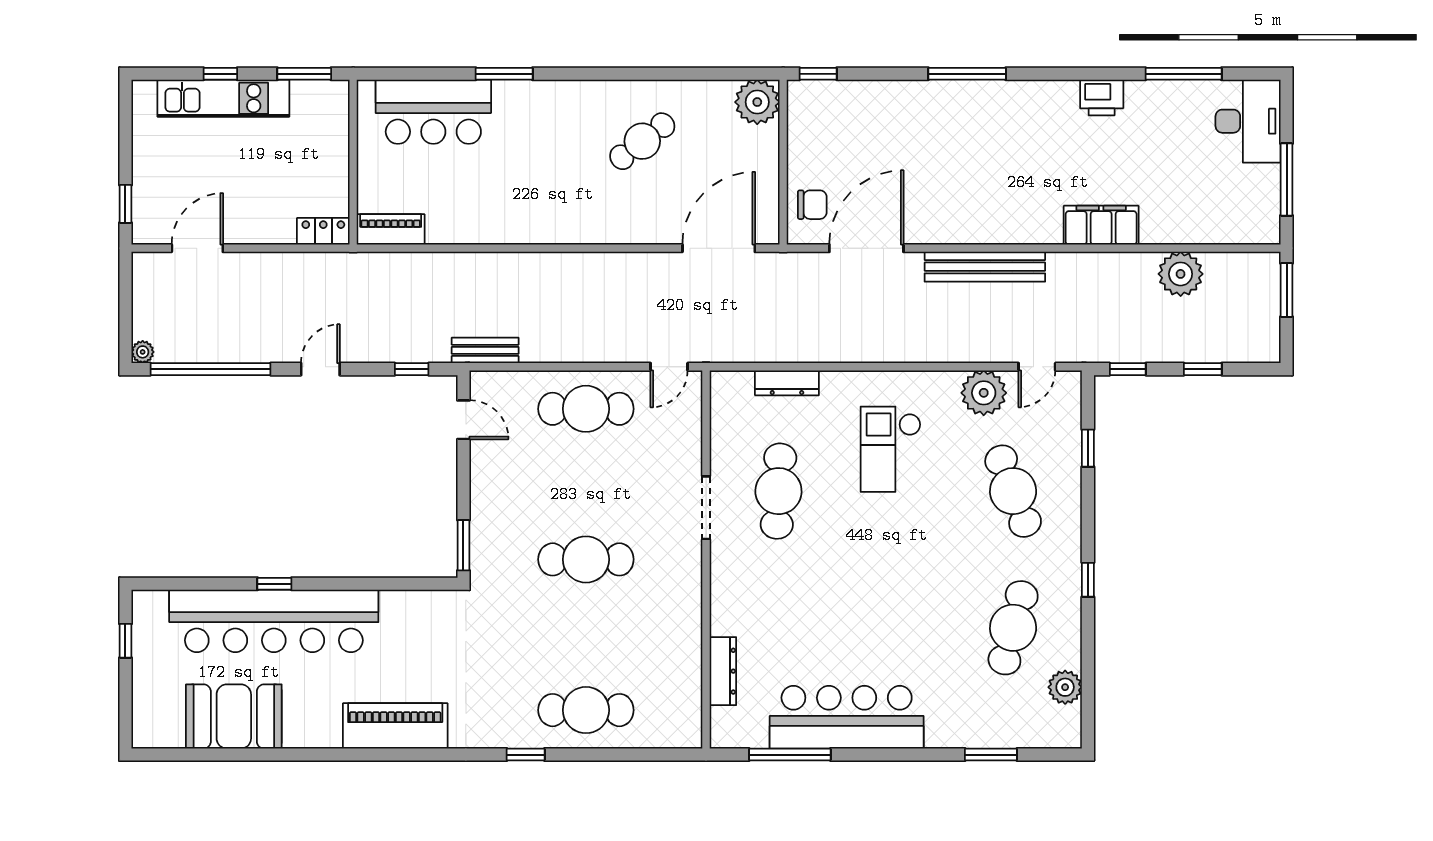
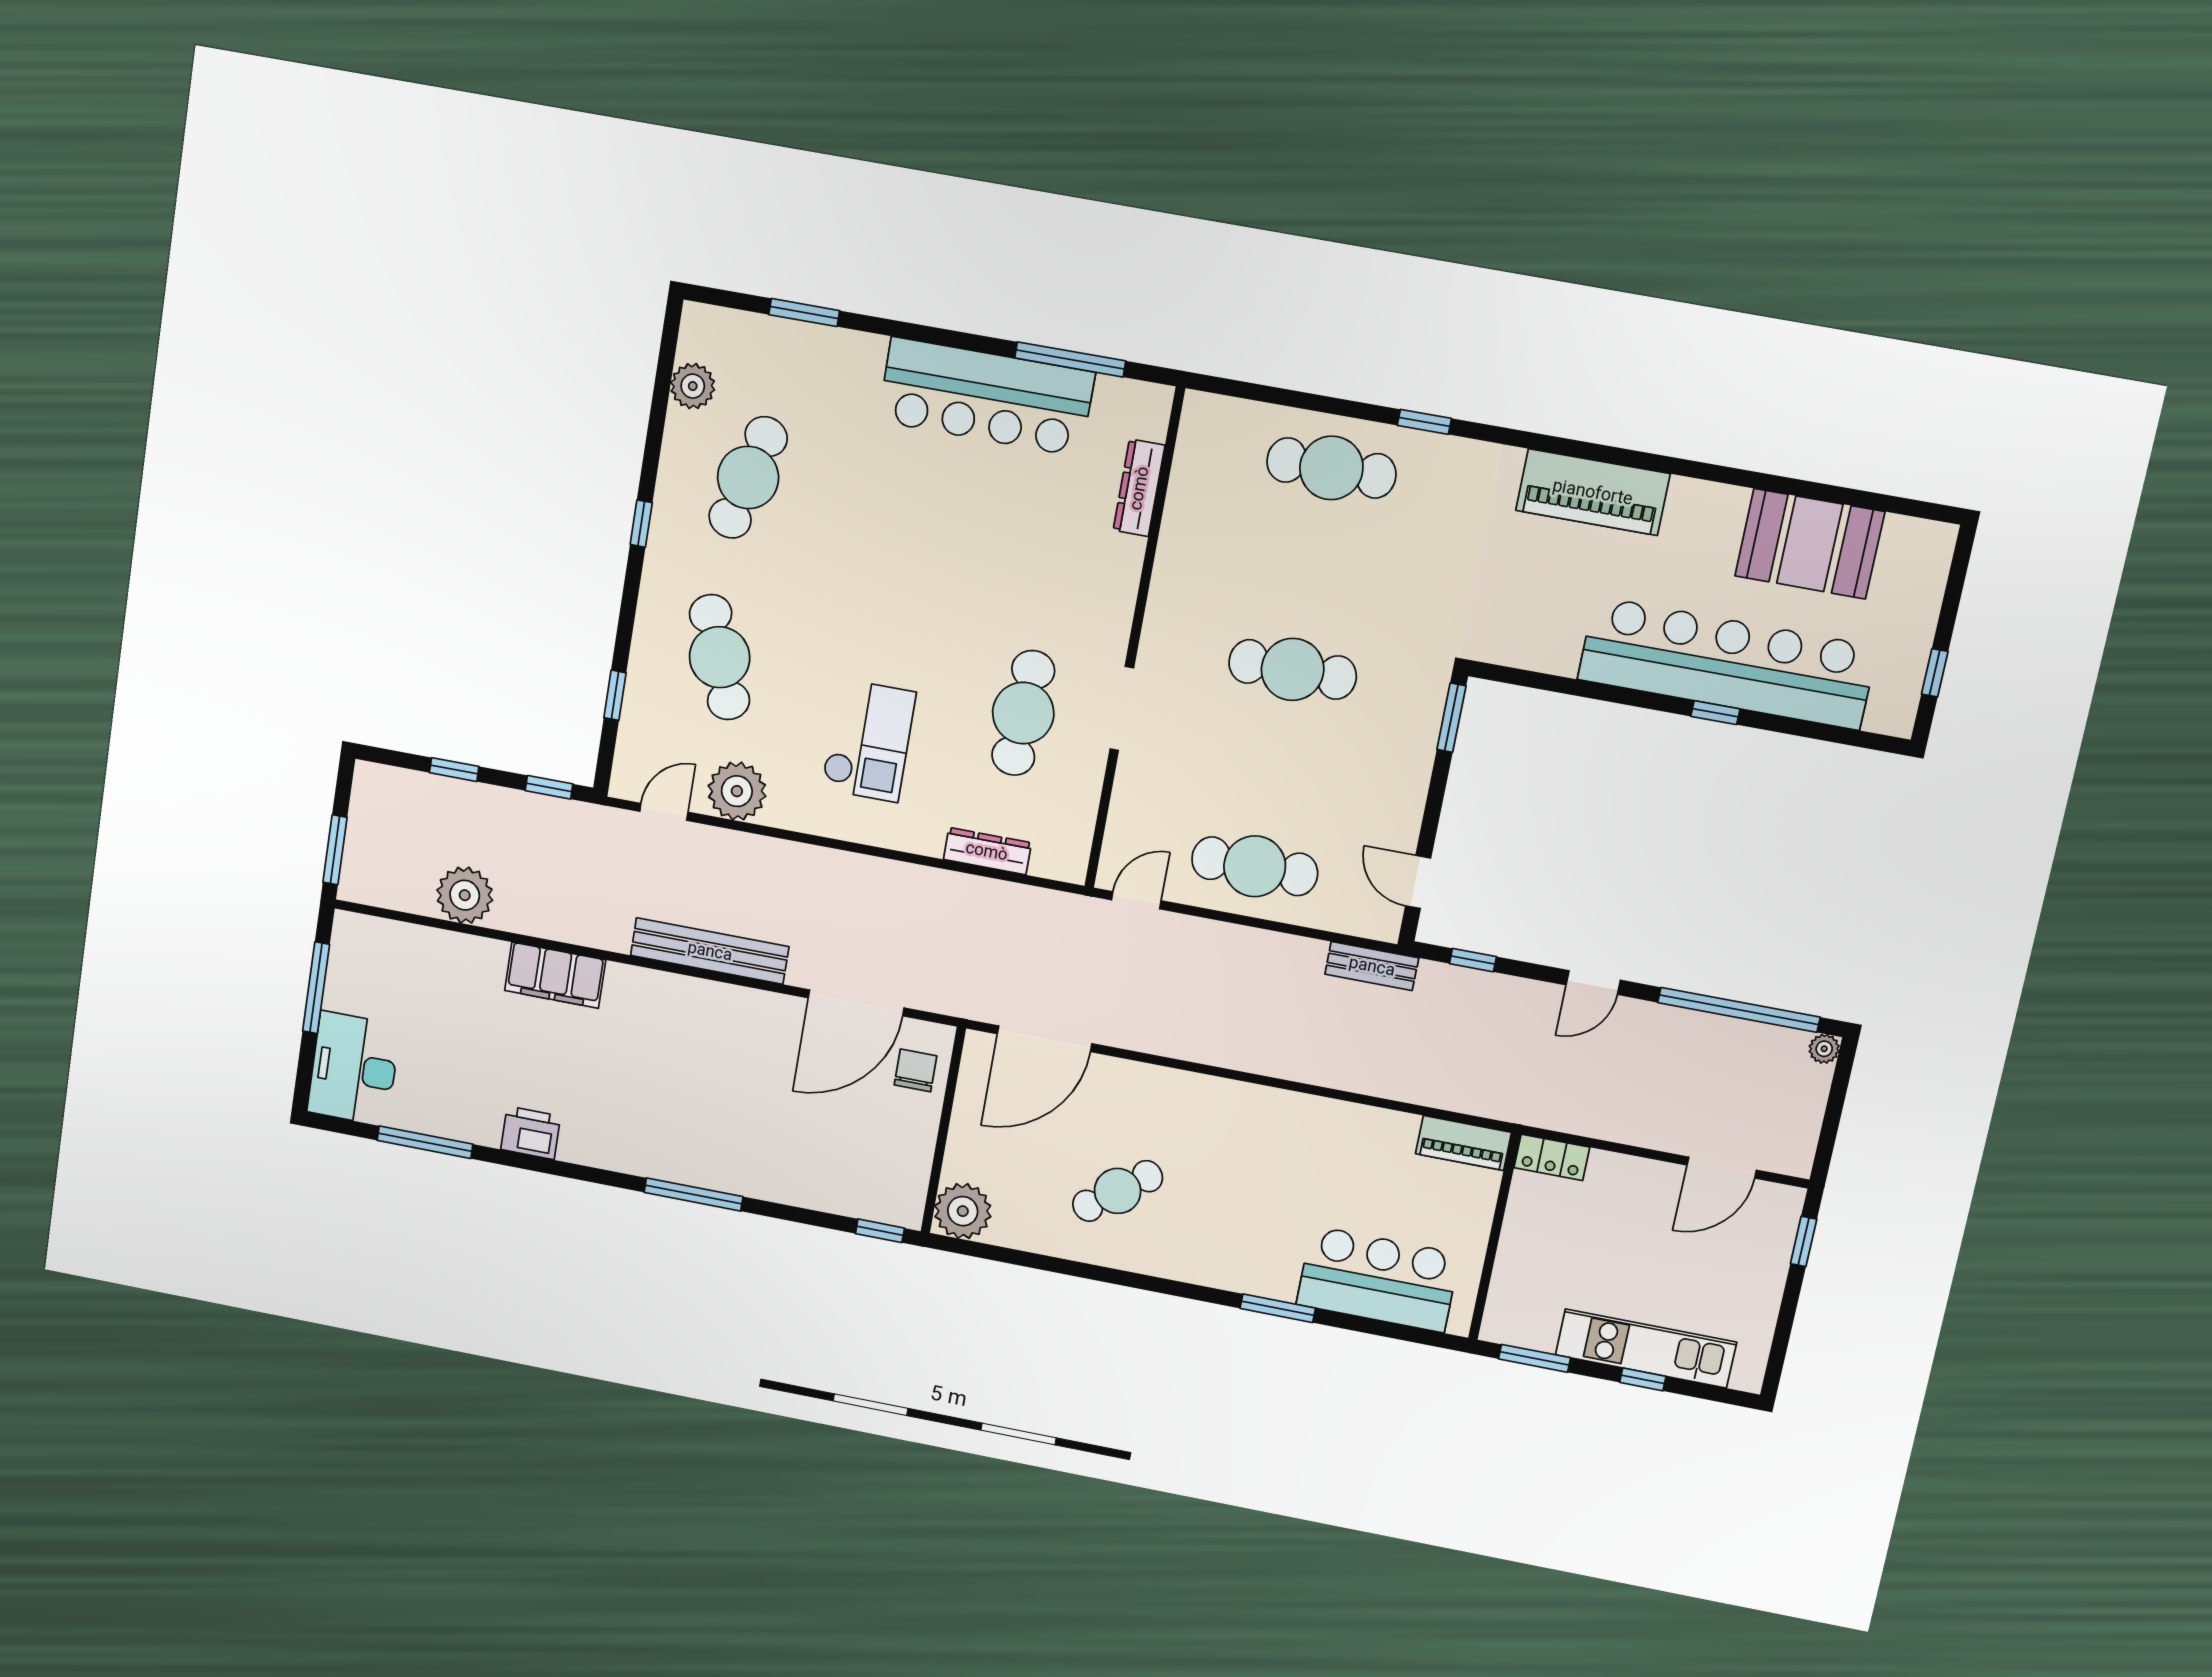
chair: (812, 205) -> (915, 1070), turned 90

